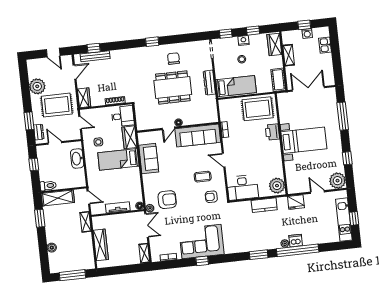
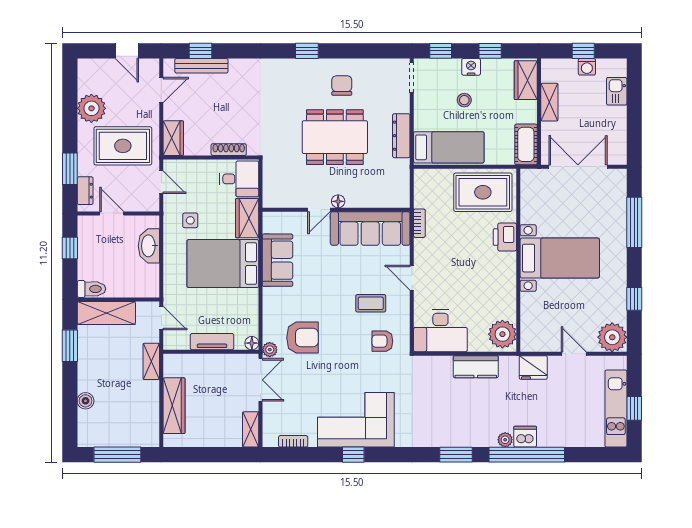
bed: (118, 159) -> (223, 264), width x1.50

